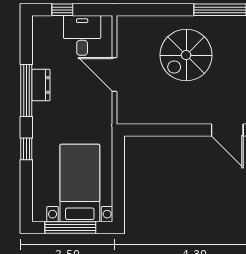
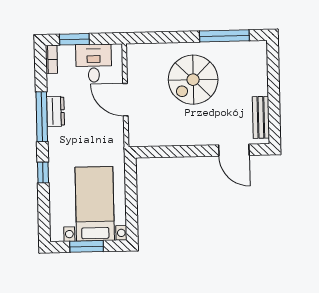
window: (62, 10) -> (74, 39), width x1.50
bookcase: (38, 30) -> (51, 59), added
window: (70, 228) -> (87, 246), width x0.69

